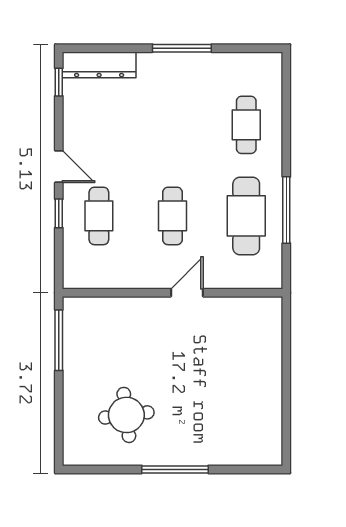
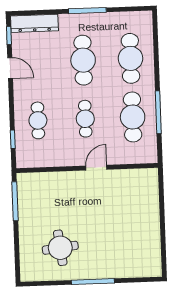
cafe table: (173, 125) -> (83, 60), added
cafe table: (246, 125) -> (130, 58), width x1.37, depth x1.35
door: (59, 167) -> (10, 68), moved
window: (59, 213) -> (13, 139), moved

